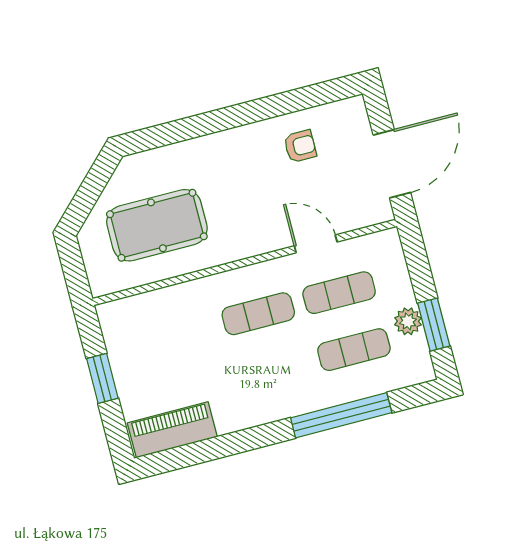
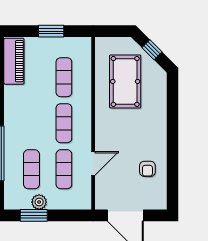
window: (89, 193) -> (152, 50), added
exercise mat: (177, 335) -> (64, 77), added

